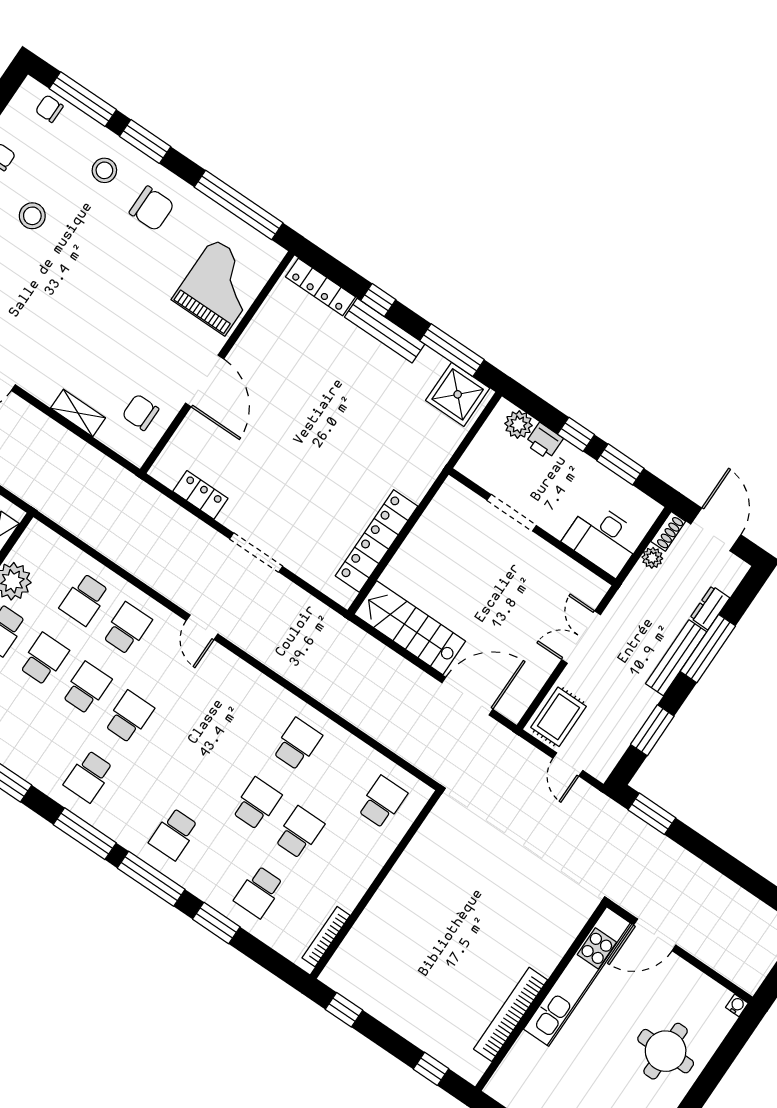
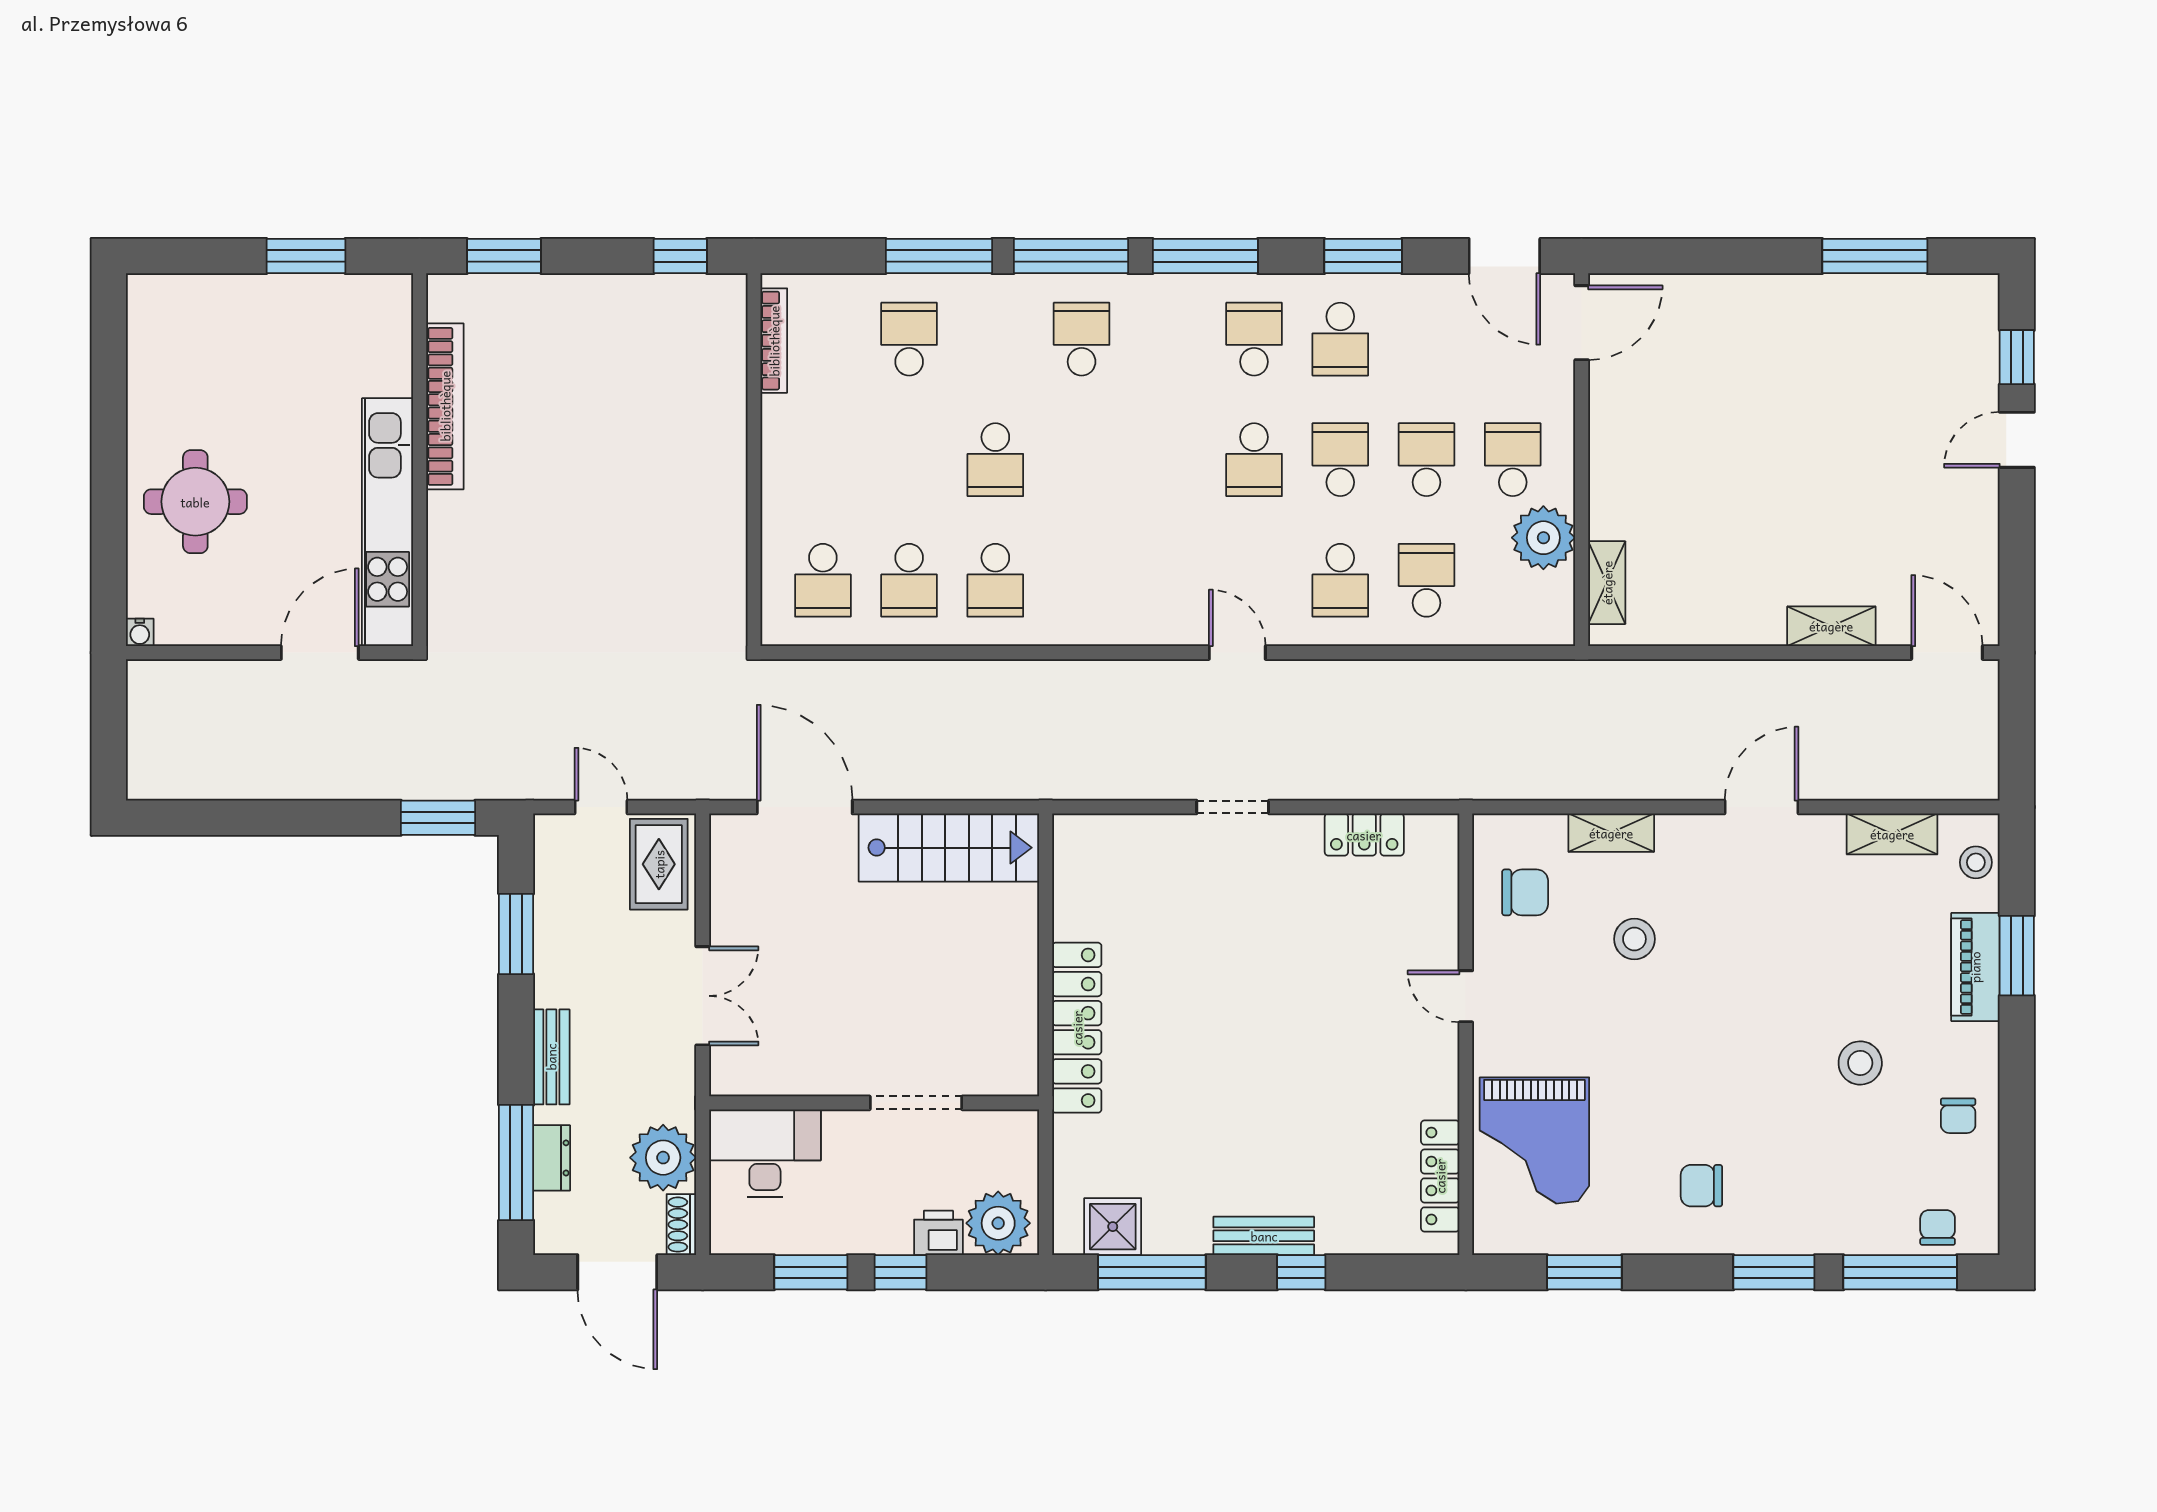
chair: (49, 109) -> (1938, 1228), turned -90
stool: (104, 170) -> (1634, 939), moved
window: (239, 205) -> (1584, 1272), width x0.47
chair: (152, 209) -> (1701, 1186), width x0.73, depth x0.73
locker: (320, 287) -> (1440, 1176), moved, turned -90
bench: (385, 331) -> (1264, 1236), width x0.73
door: (205, 381) -> (1466, 996), width x0.53
shower: (458, 394) -> (1113, 1227), width x0.73, depth x0.73
plant: (518, 425) -> (998, 1223), width x1.36, depth x1.36
locker: (376, 541) -> (1077, 1028), moved
doorway: (256, 553) -> (1233, 807), width x0.73
plant: (652, 558) -> (663, 1158), width x1.88, depth x1.88
window: (708, 649) -> (516, 1163), moved
bench: (676, 658) -> (551, 1057), width x0.73
school desk: (44, 659) -> (1427, 460), turned 180
school desk: (87, 688) -> (1340, 460), turned 180
door: (467, 696) -> (805, 807), swing flipped
school desk: (46, 747) -> (1340, 339), added
school desk: (299, 832) -> (909, 580), moved
window: (216, 923) -> (939, 256), width x1.44
window: (431, 1069) -> (504, 256), width x1.50

